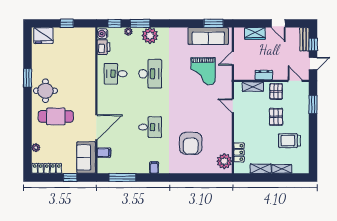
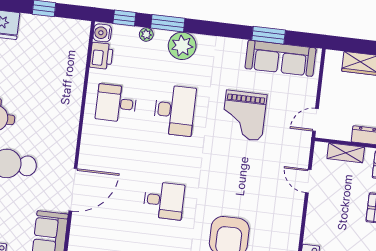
window: (214, 23) -> (269, 35), moved
door: (233, 58) -> (315, 120), moved
grand piano: (203, 71) -> (244, 116), moved
filing cabinet: (104, 153) -> (81, 234), removed

